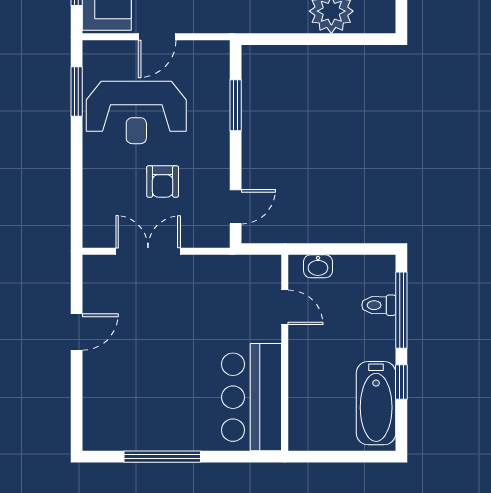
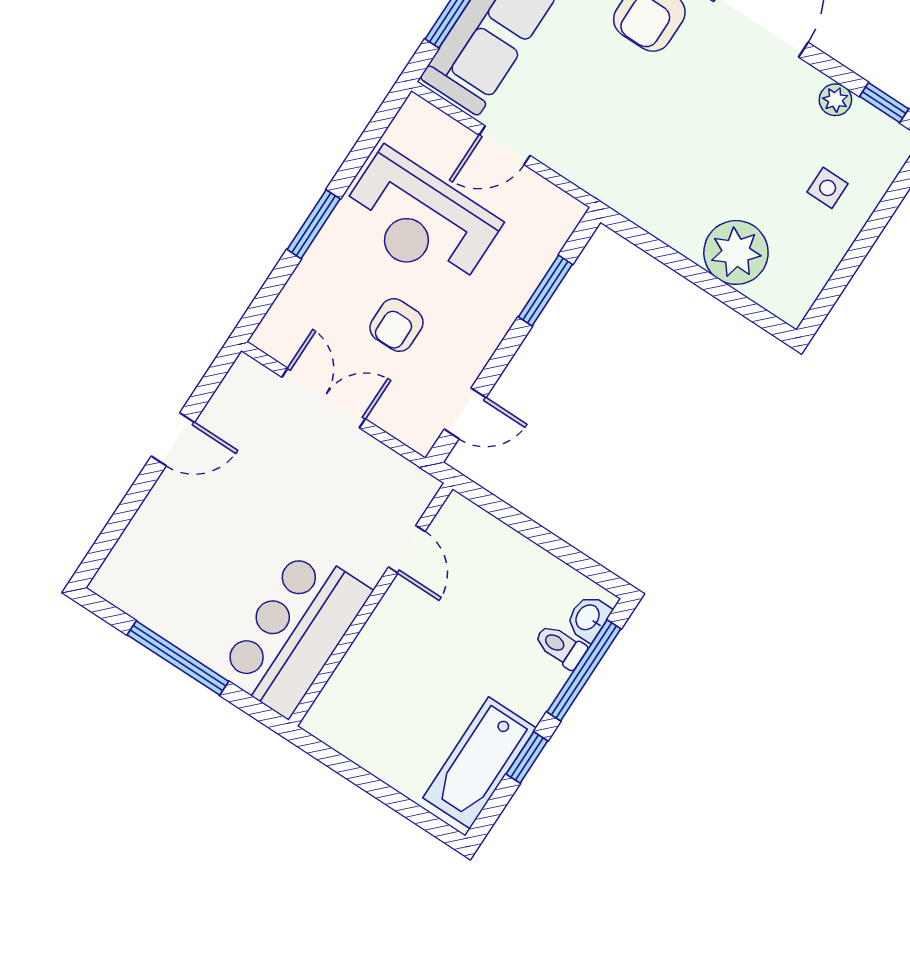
window: (77, 91) -> (314, 224), moved
washbasin: (318, 266) -> (588, 618), moved, turned 90
door: (285, 307) -> (407, 549), moved
wall: (285, 353) -> (371, 605), moved
bar counter: (251, 397) -> (295, 632), moved

